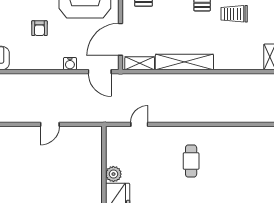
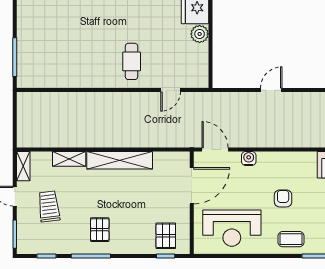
trolley: (234, 14) -> (49, 206), moved, turned -97
shelving: (140, 63) -> (69, 159), moved
cafe table: (191, 161) -> (132, 61), moved

